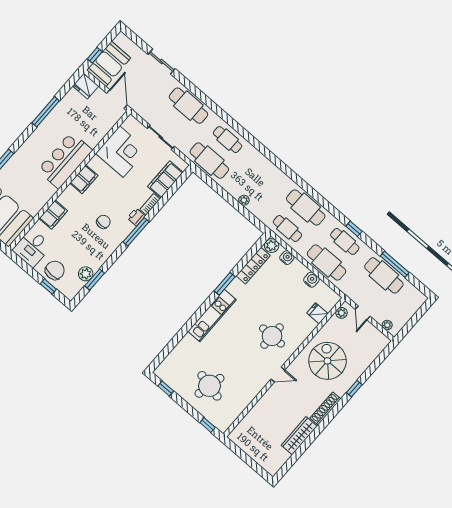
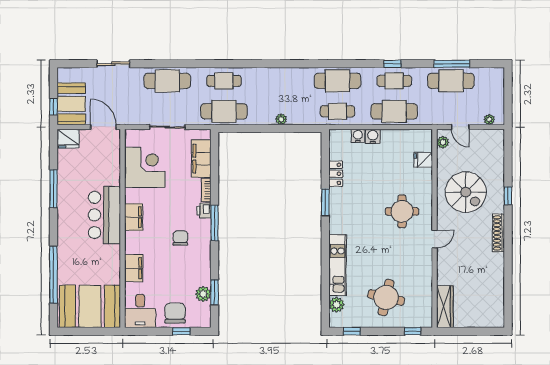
plant: (272, 246) -> (337, 305), moved
locker: (253, 266) -> (336, 174), width x0.66
water cooler: (311, 280) -> (373, 136), moved
kitchen unit: (212, 315) -> (338, 265), moved
spiral stairs: (327, 361) -> (466, 192), turned 180
wardrobe: (299, 436) -> (445, 307), moved, turned 180

